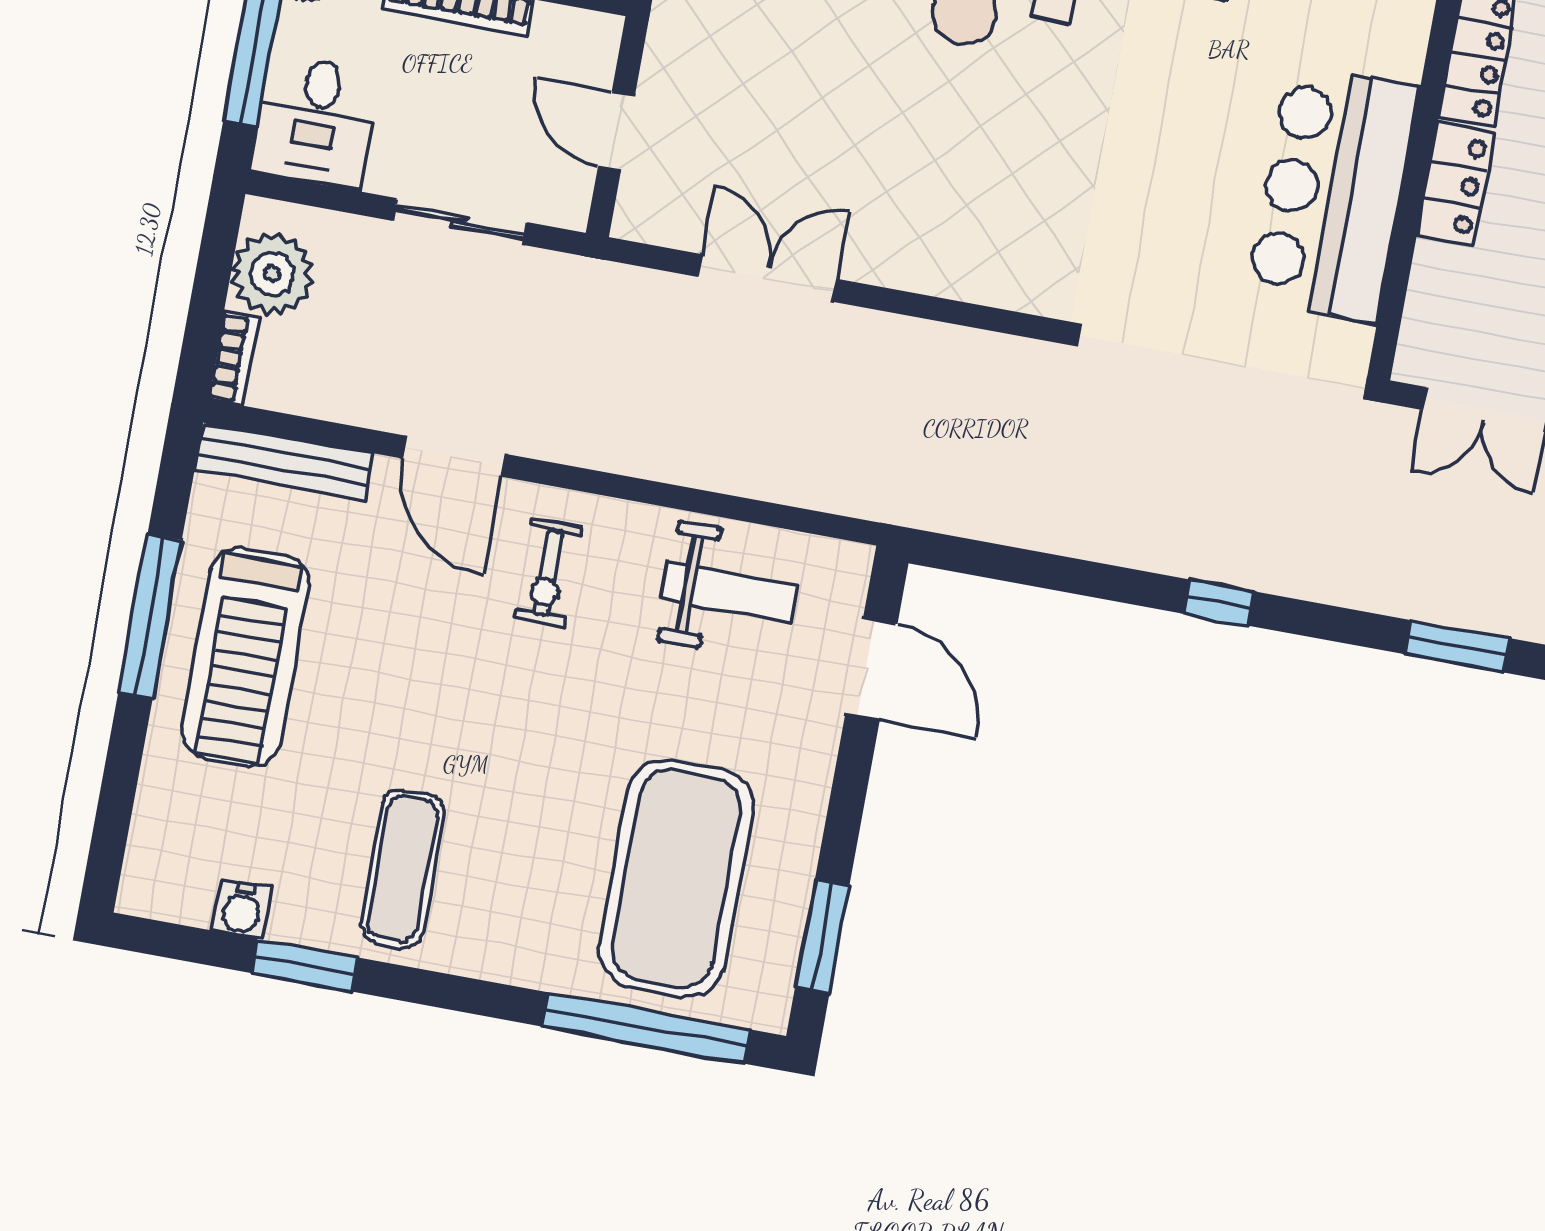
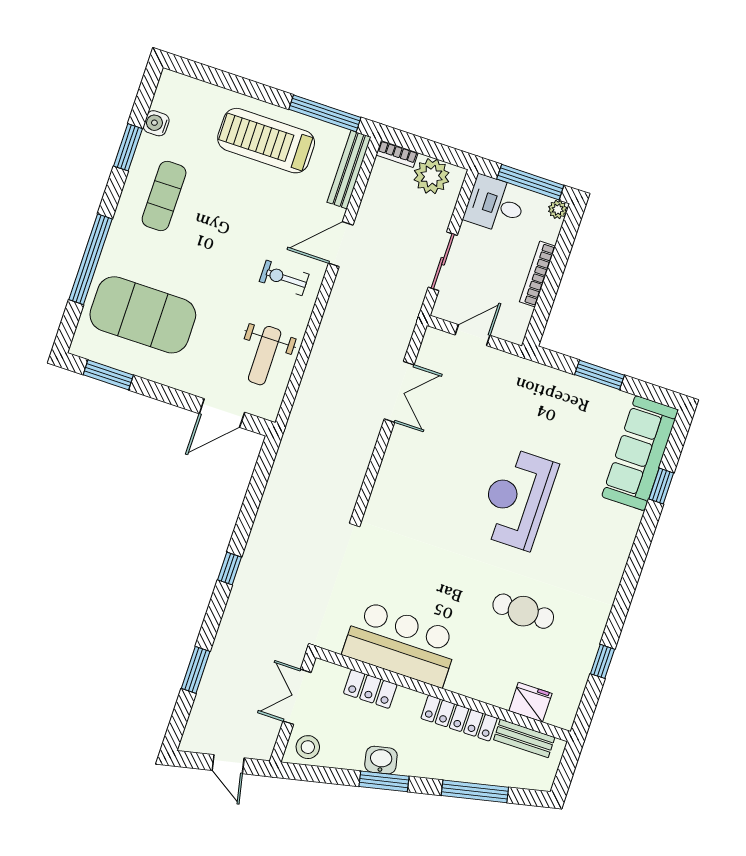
locker: (1456, 184) -> (370, 689), moved
window: (150, 616) -> (325, 113), moved
exercise mat: (402, 869) -> (164, 196), turned 90
window: (646, 1028) -> (91, 259), moved

